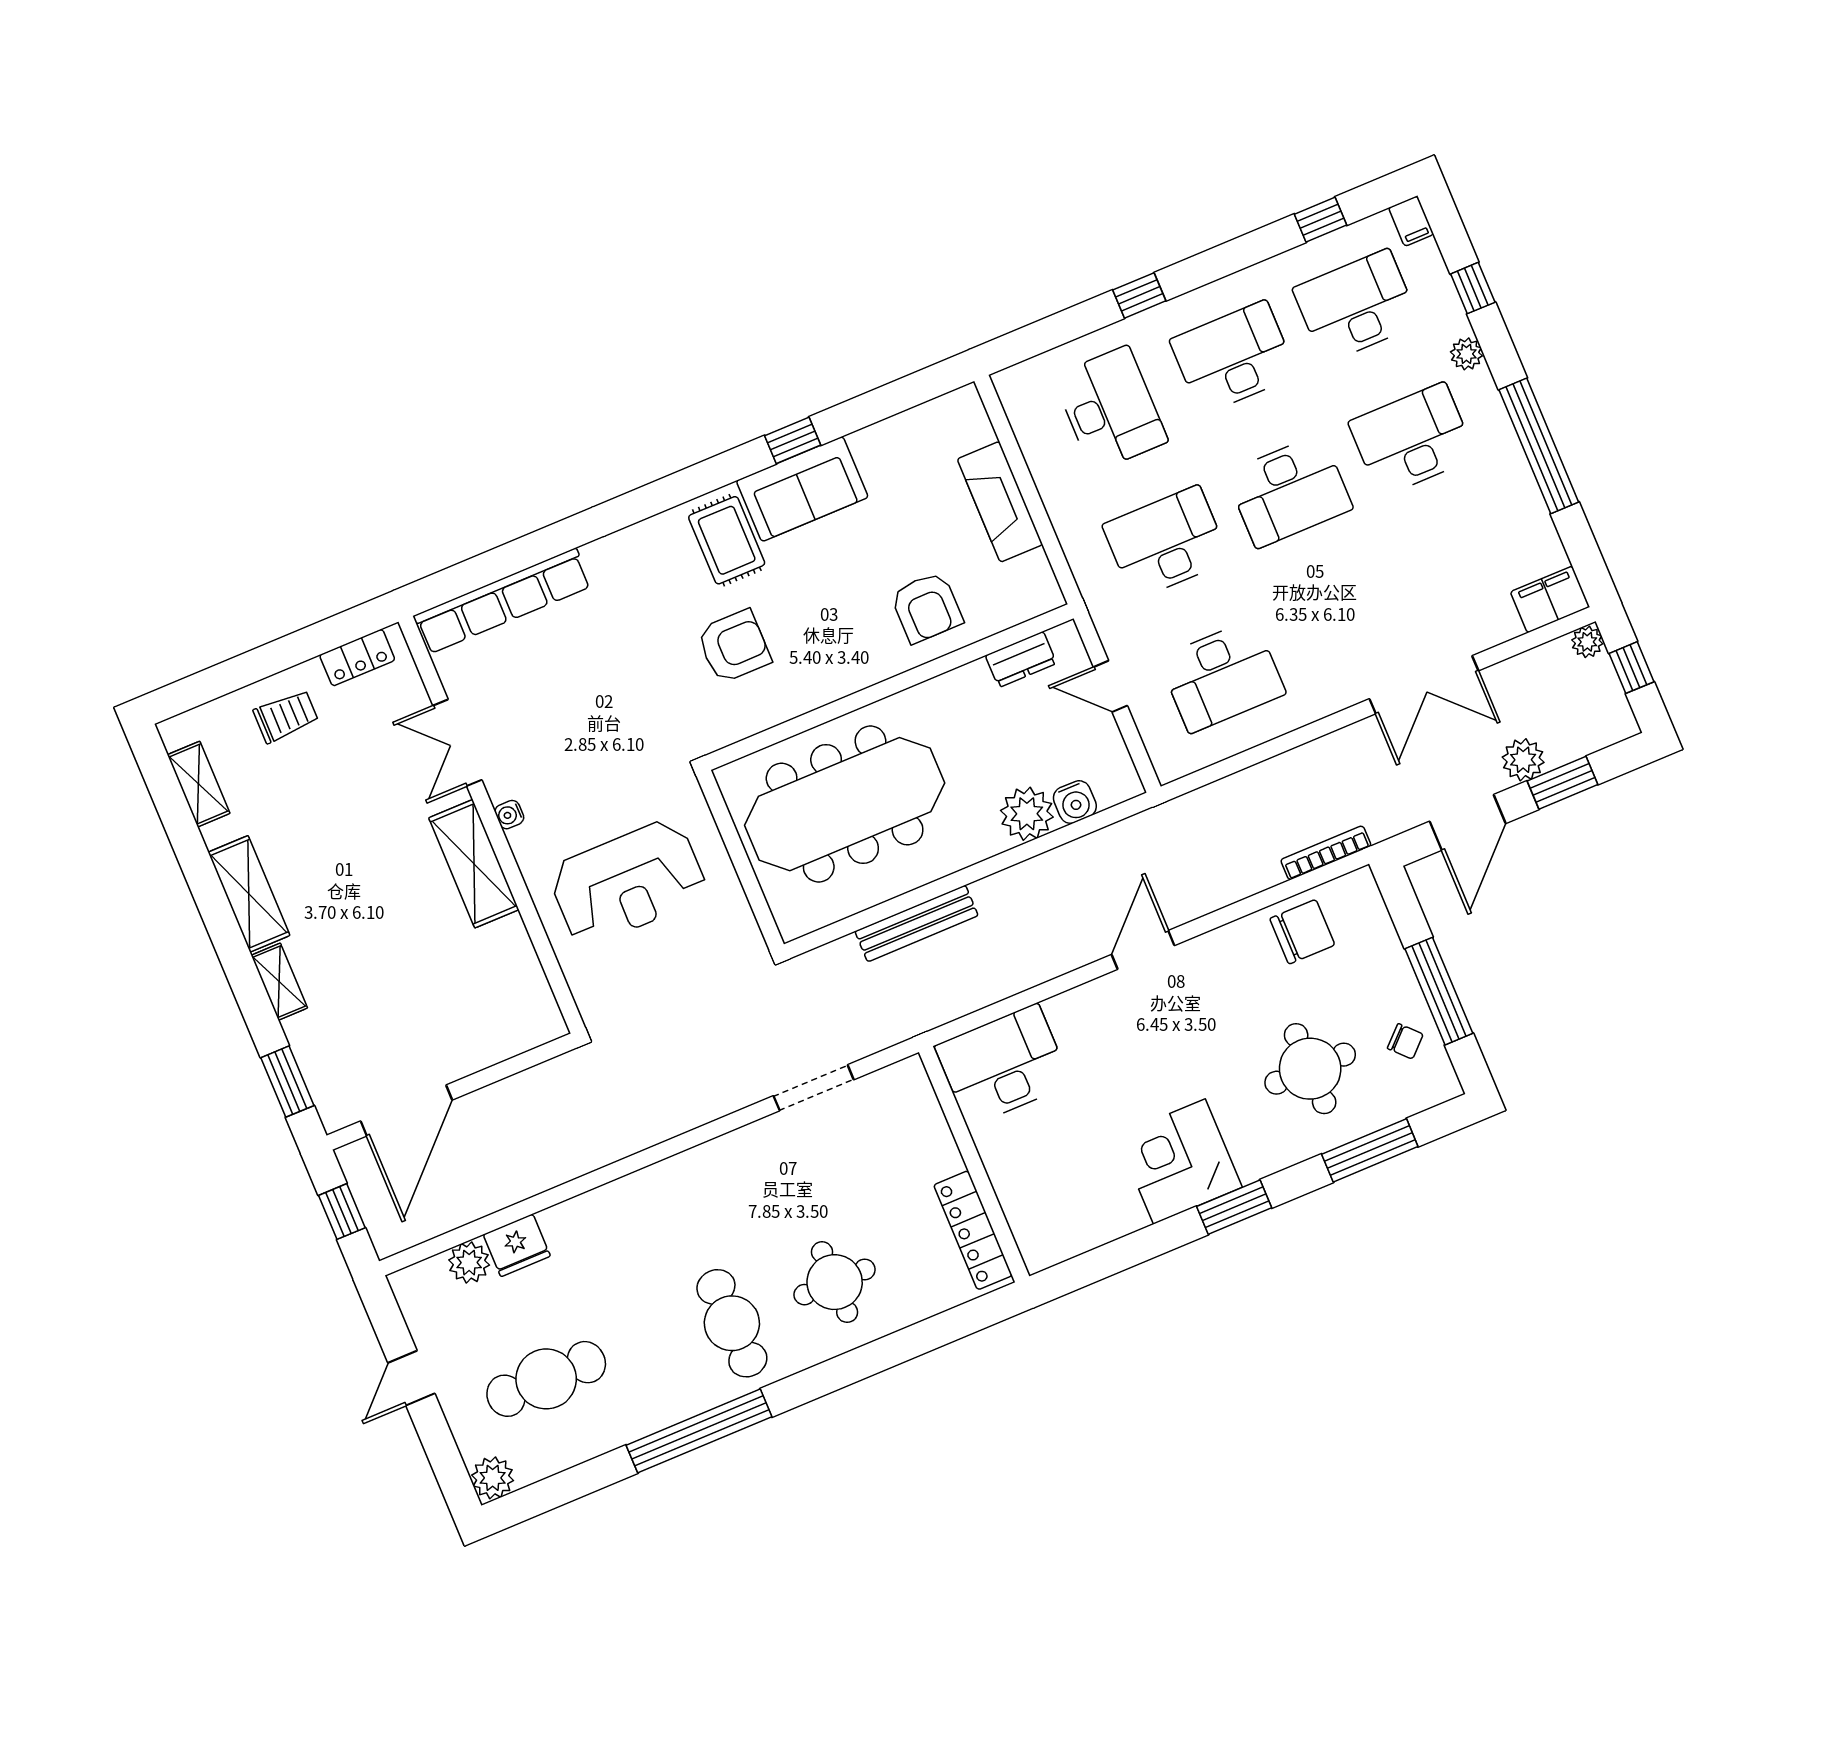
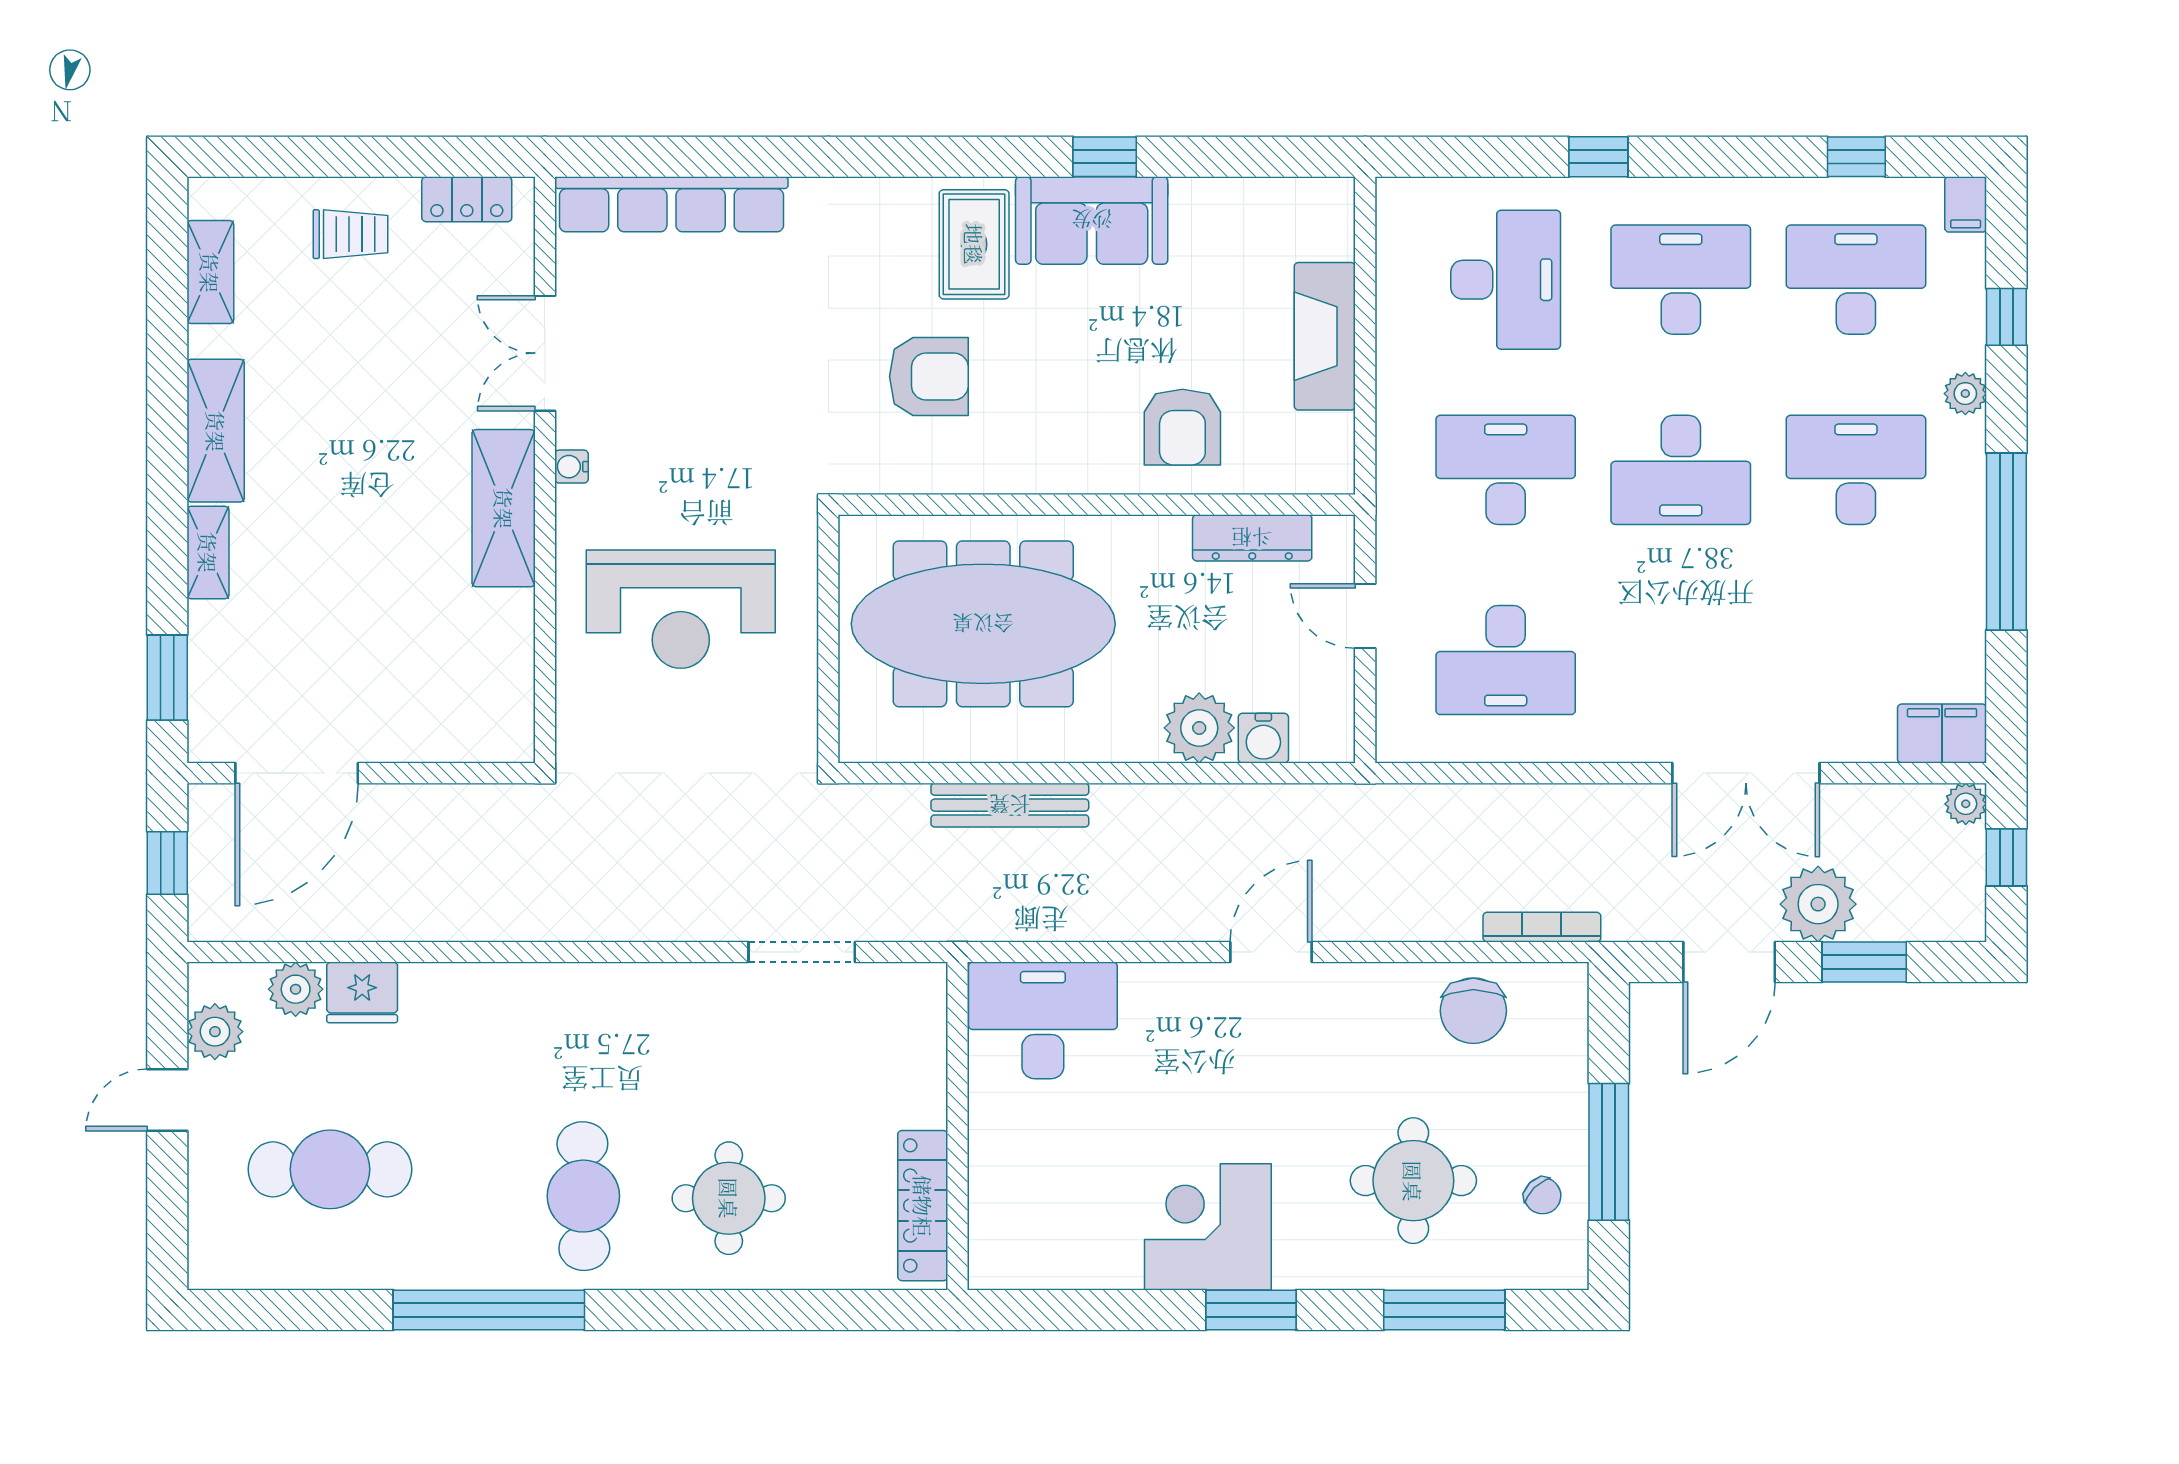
dresser: (1021, 659) -> (1252, 538), width x1.44
plant: (1523, 760) -> (1818, 904), width x1.36, depth x1.36
chair: (1302, 932) -> (1473, 1011), turned 90
plant: (493, 1478) -> (215, 1032), moved

